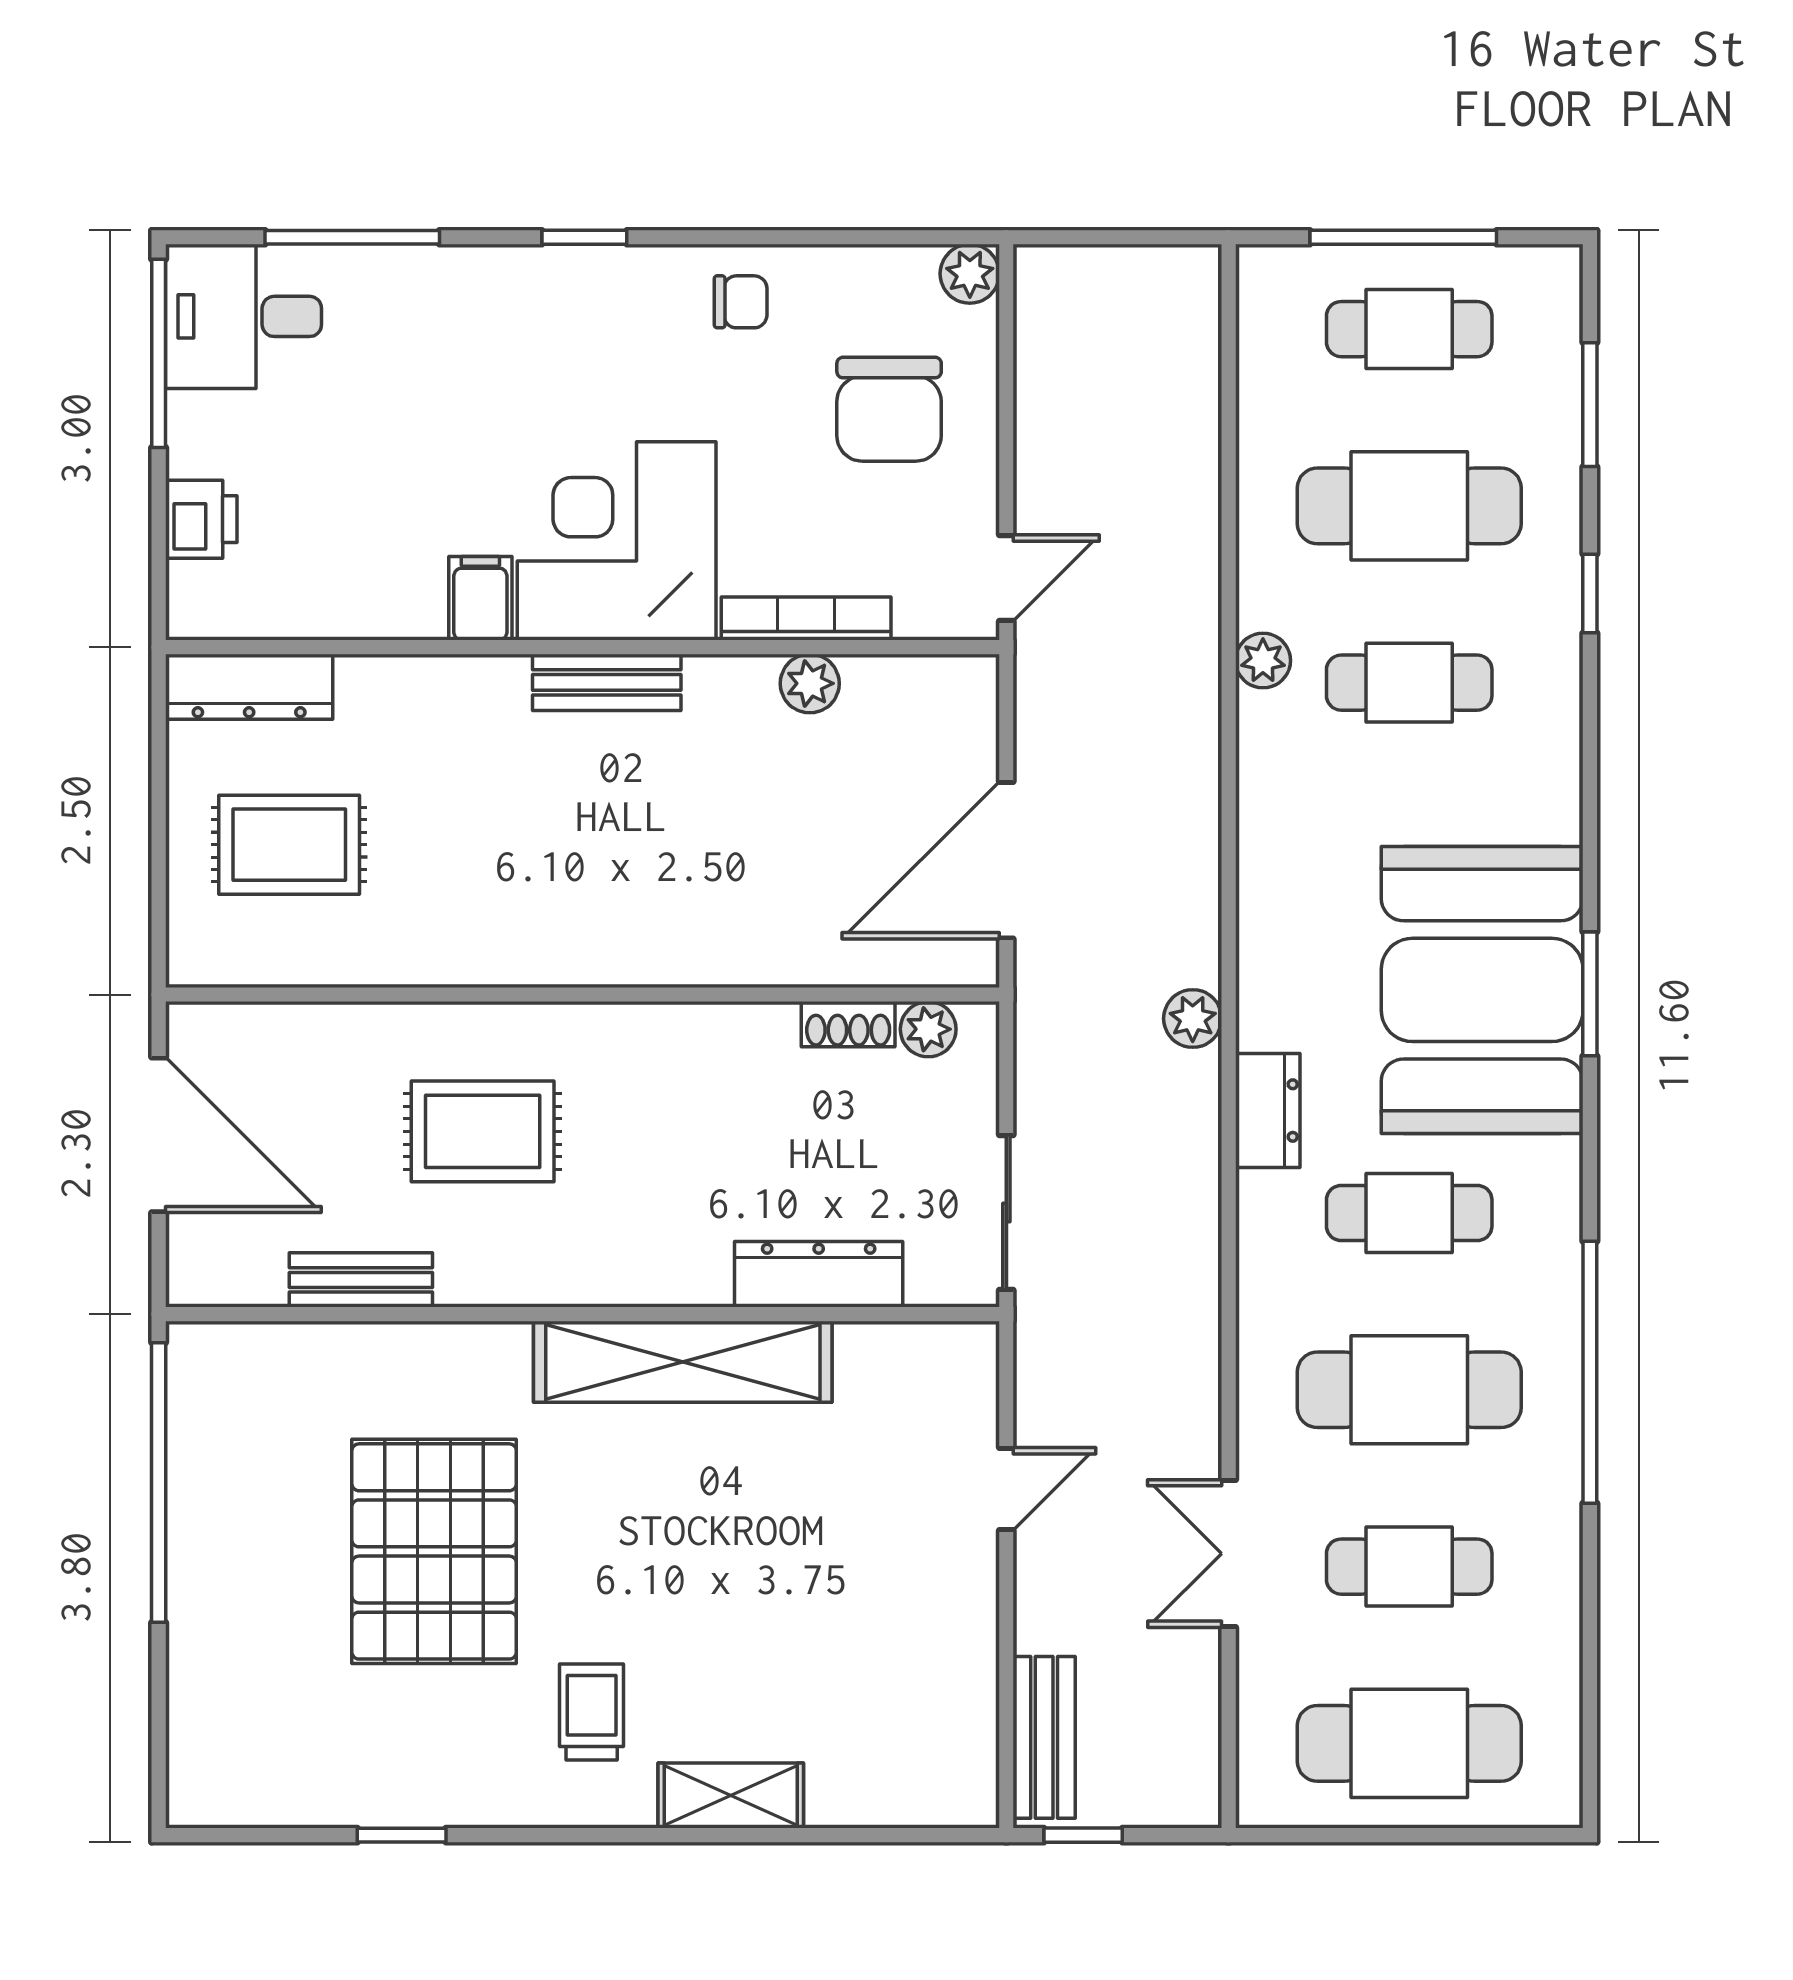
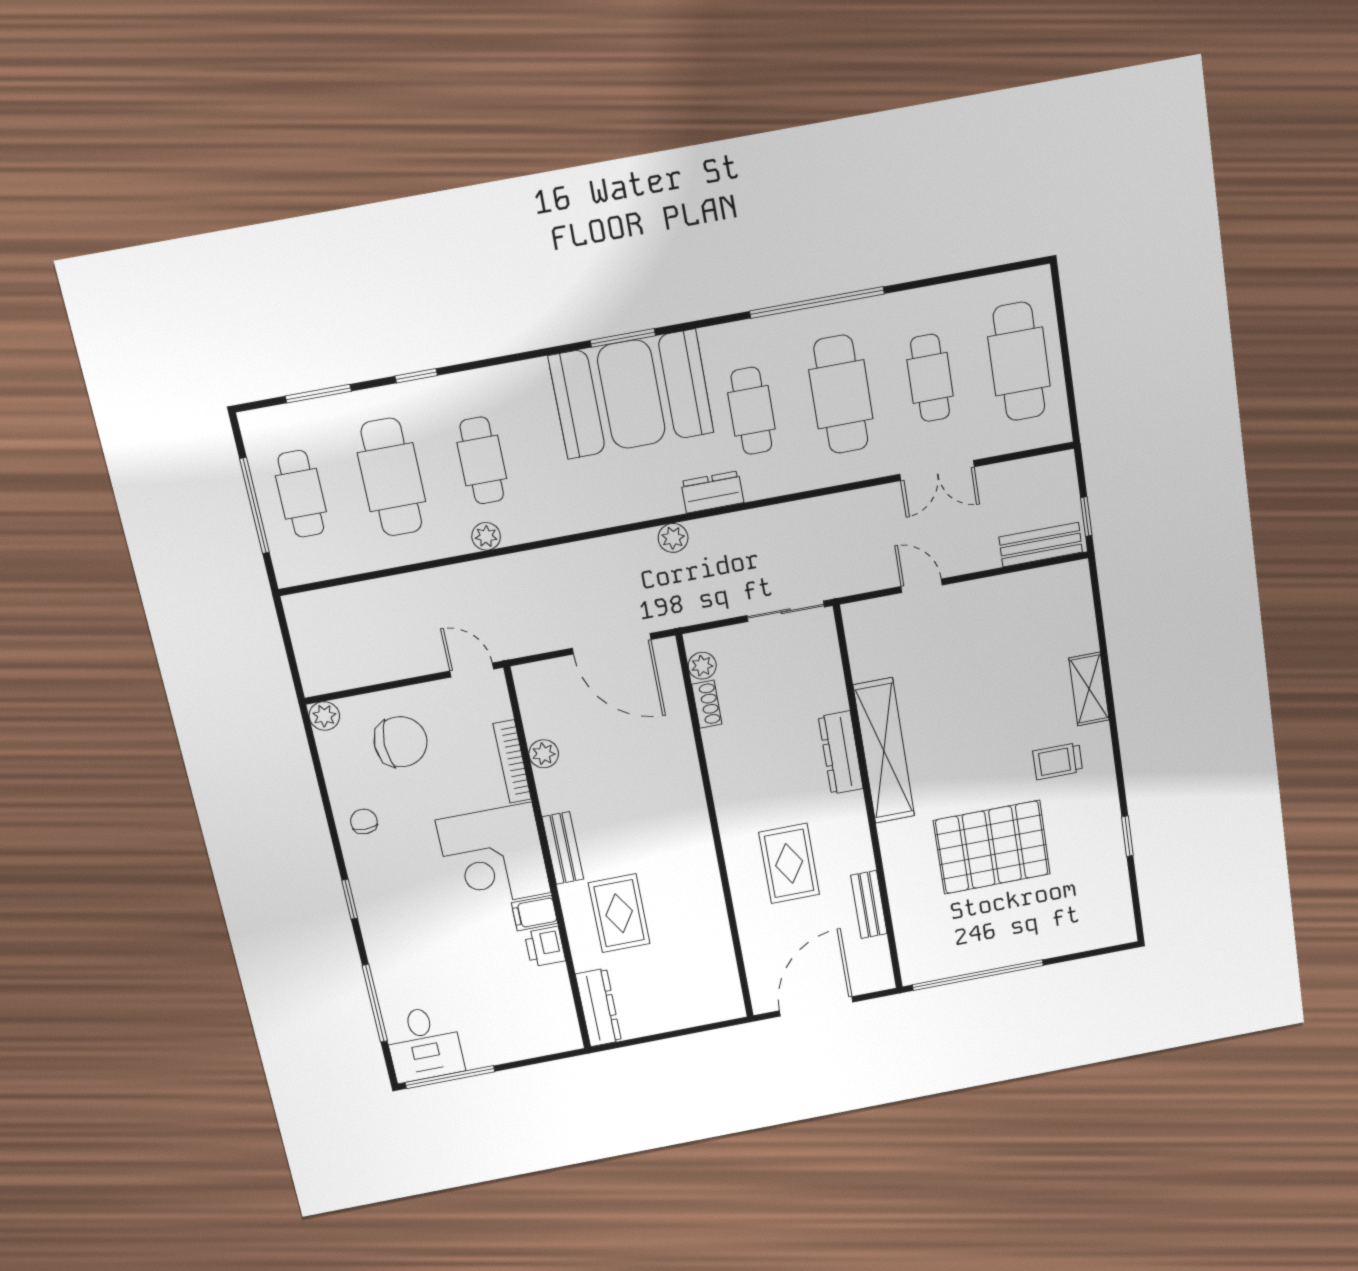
printer: (201, 519) -> (545, 947), moved, turned -90
rug: (289, 845) -> (619, 913), moved
dresser: (819, 1274) -> (841, 753), moved

